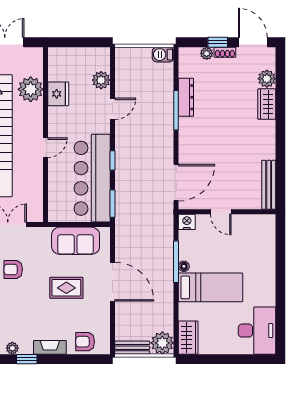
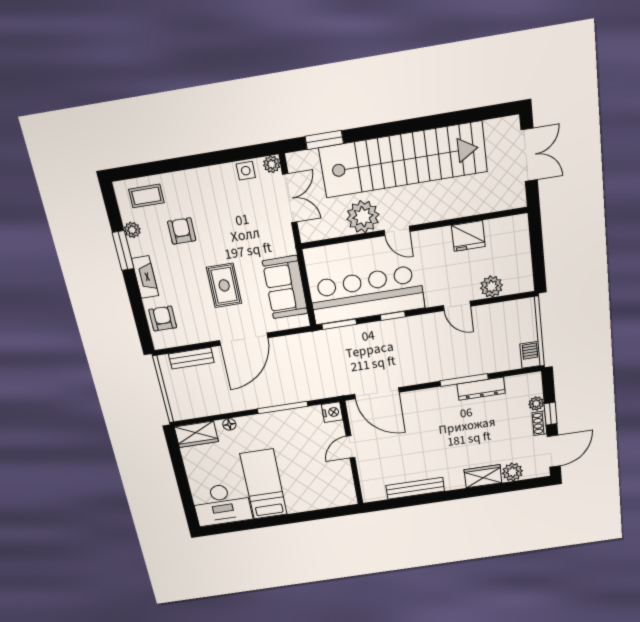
plant: (31, 89) -> (363, 217), moved
bench: (269, 185) -> (415, 488), moved
floor lamp: (184, 266) -> (229, 424), moved
armchair: (13, 269) -> (182, 231), moved
bed: (211, 287) -> (264, 484), moved, turned 180
plant: (162, 343) -> (183, 407), removed
bench: (132, 348) -> (191, 358), moved, turned 90
window: (27, 359) -> (123, 251), width x1.50

